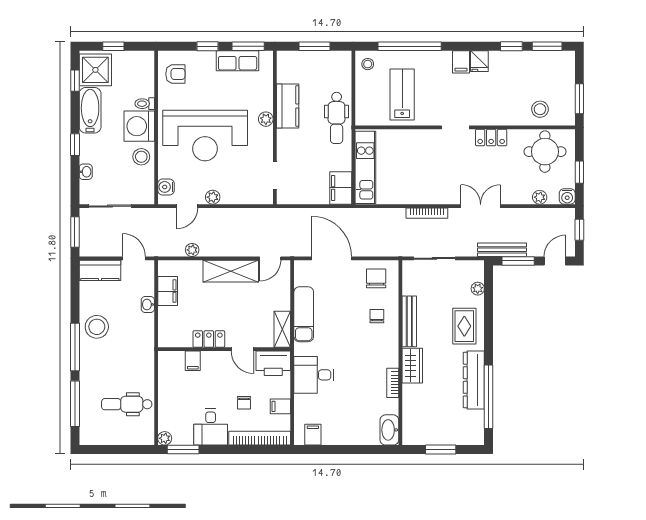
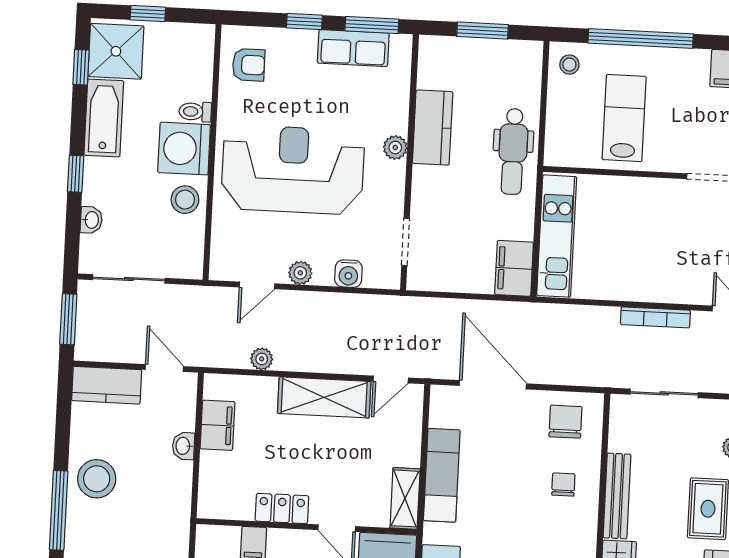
reception desk: (205, 136) -> (293, 170), turned 180
water cooler: (166, 187) -> (348, 274), moved, turned -90

